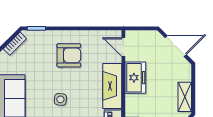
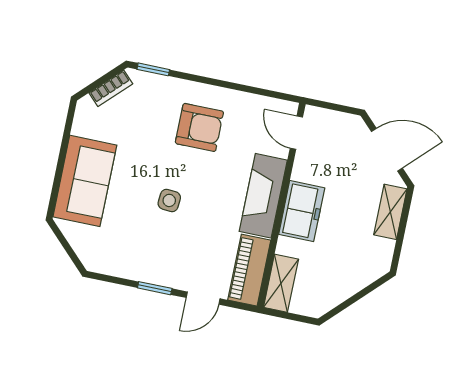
freezer: (135, 78) -> (302, 211), moved
shelving: (185, 97) -> (390, 212), moved

